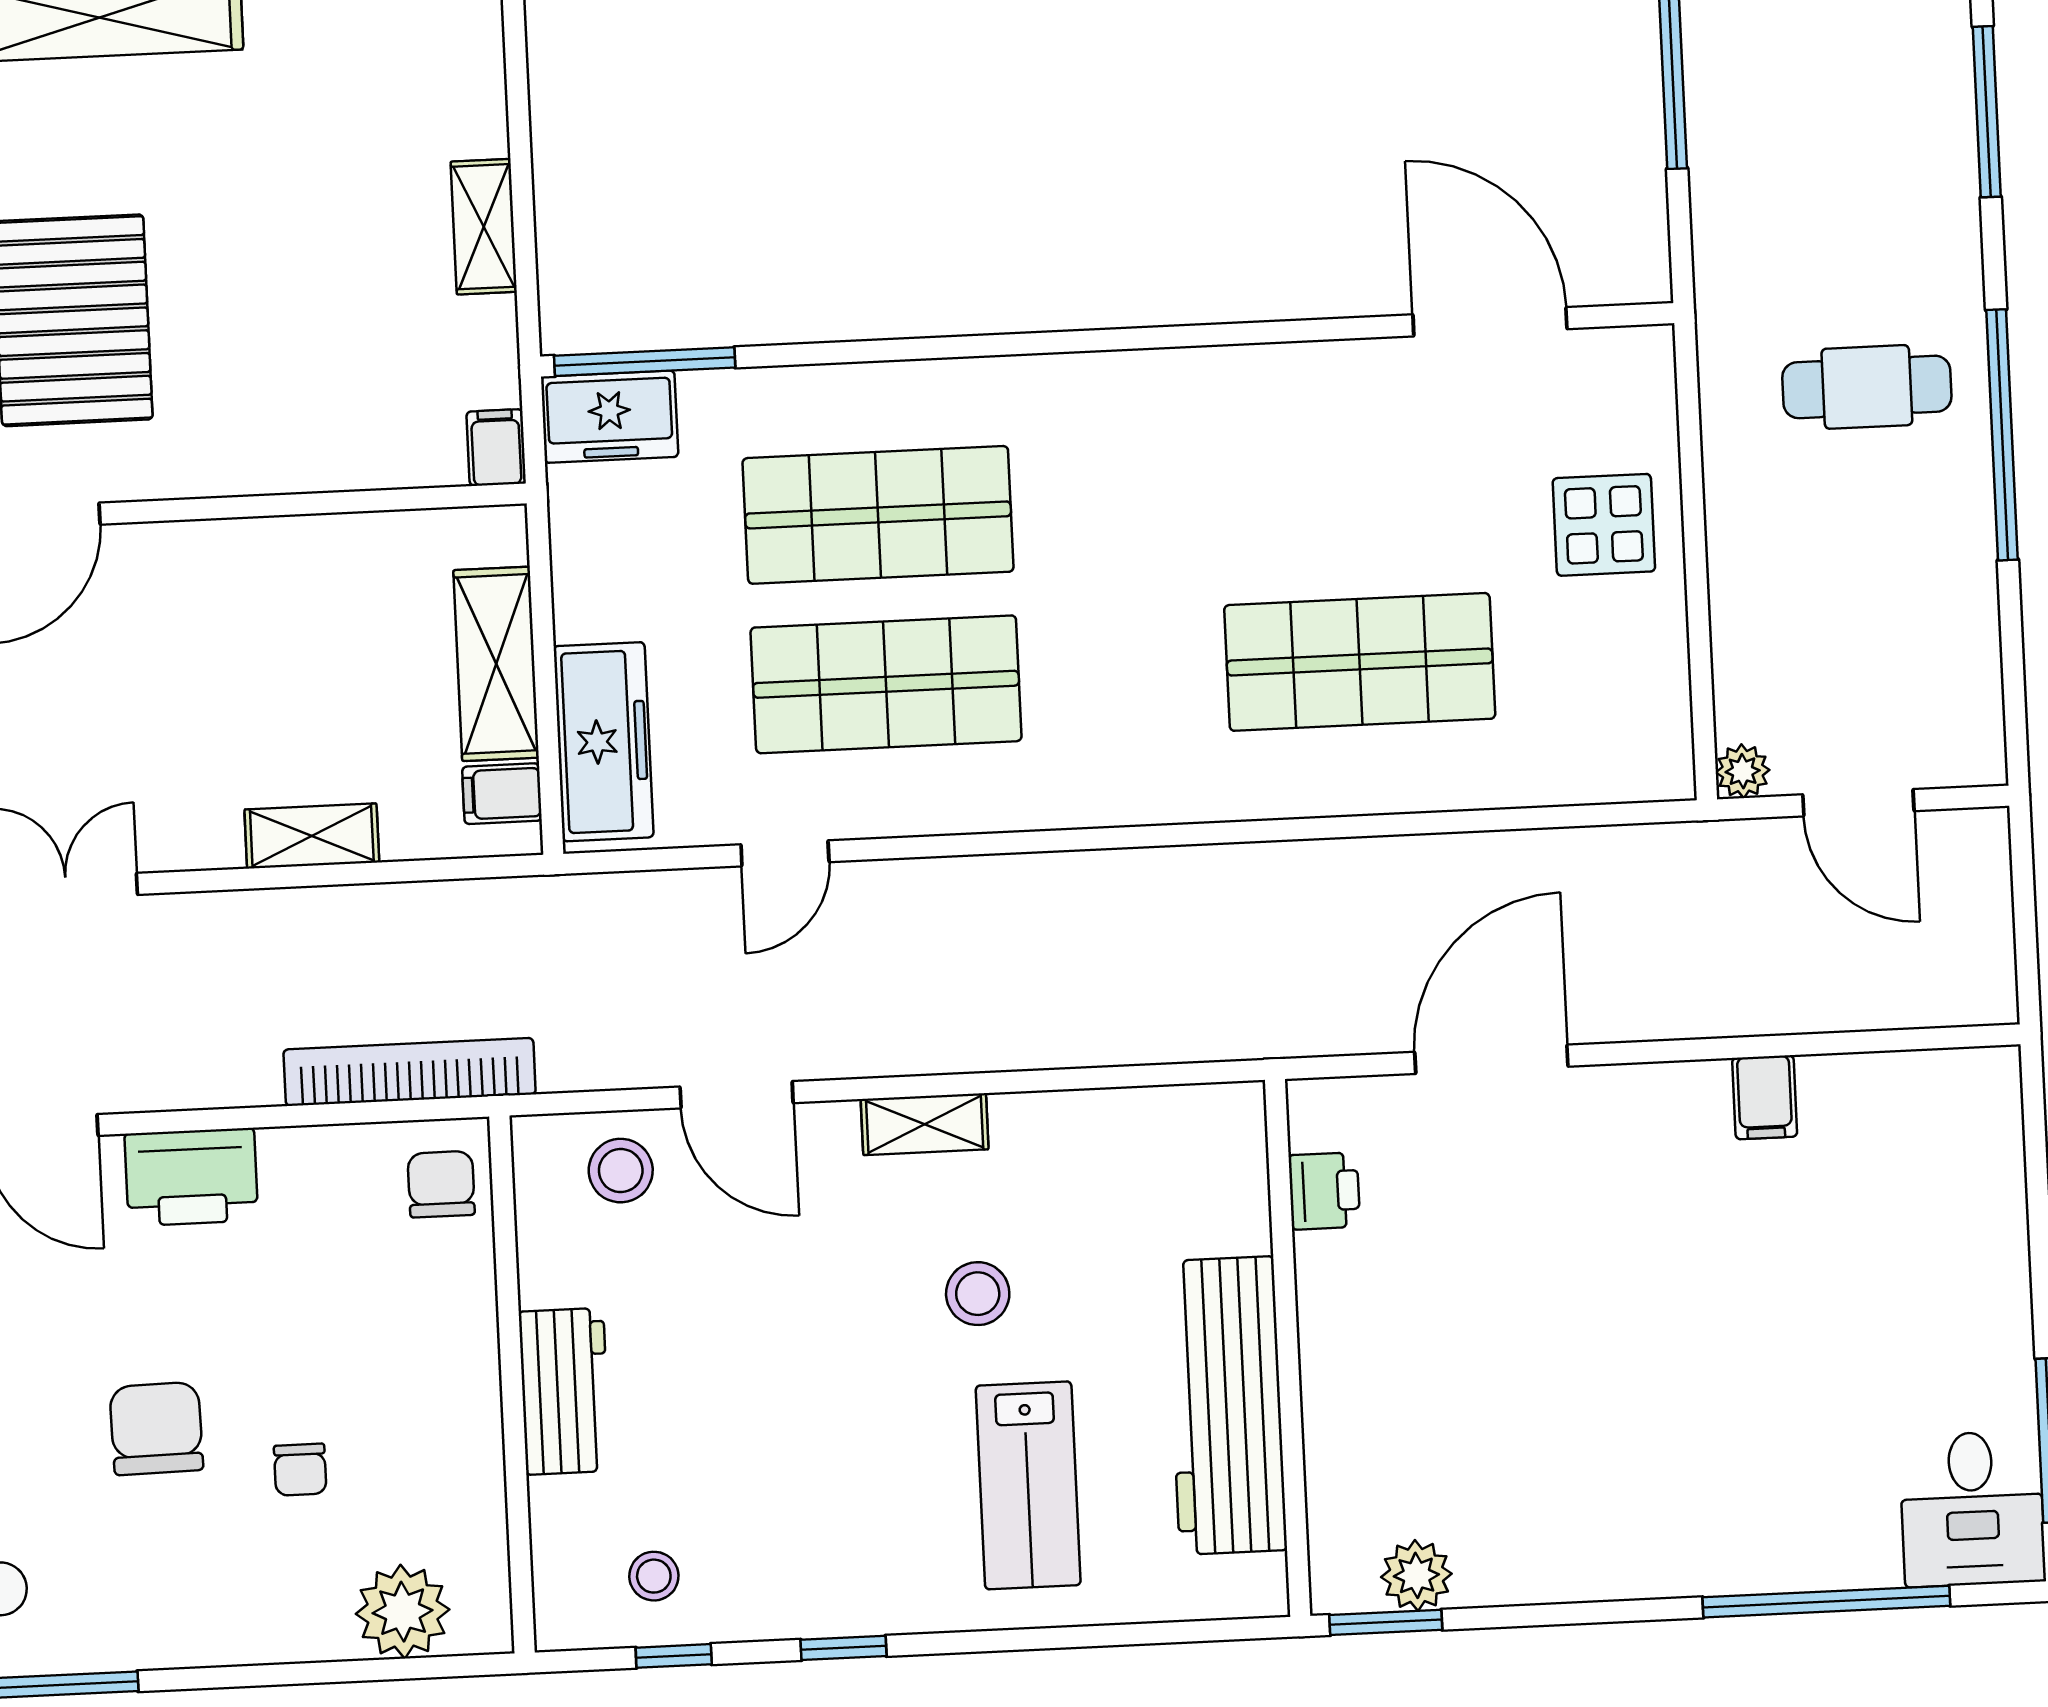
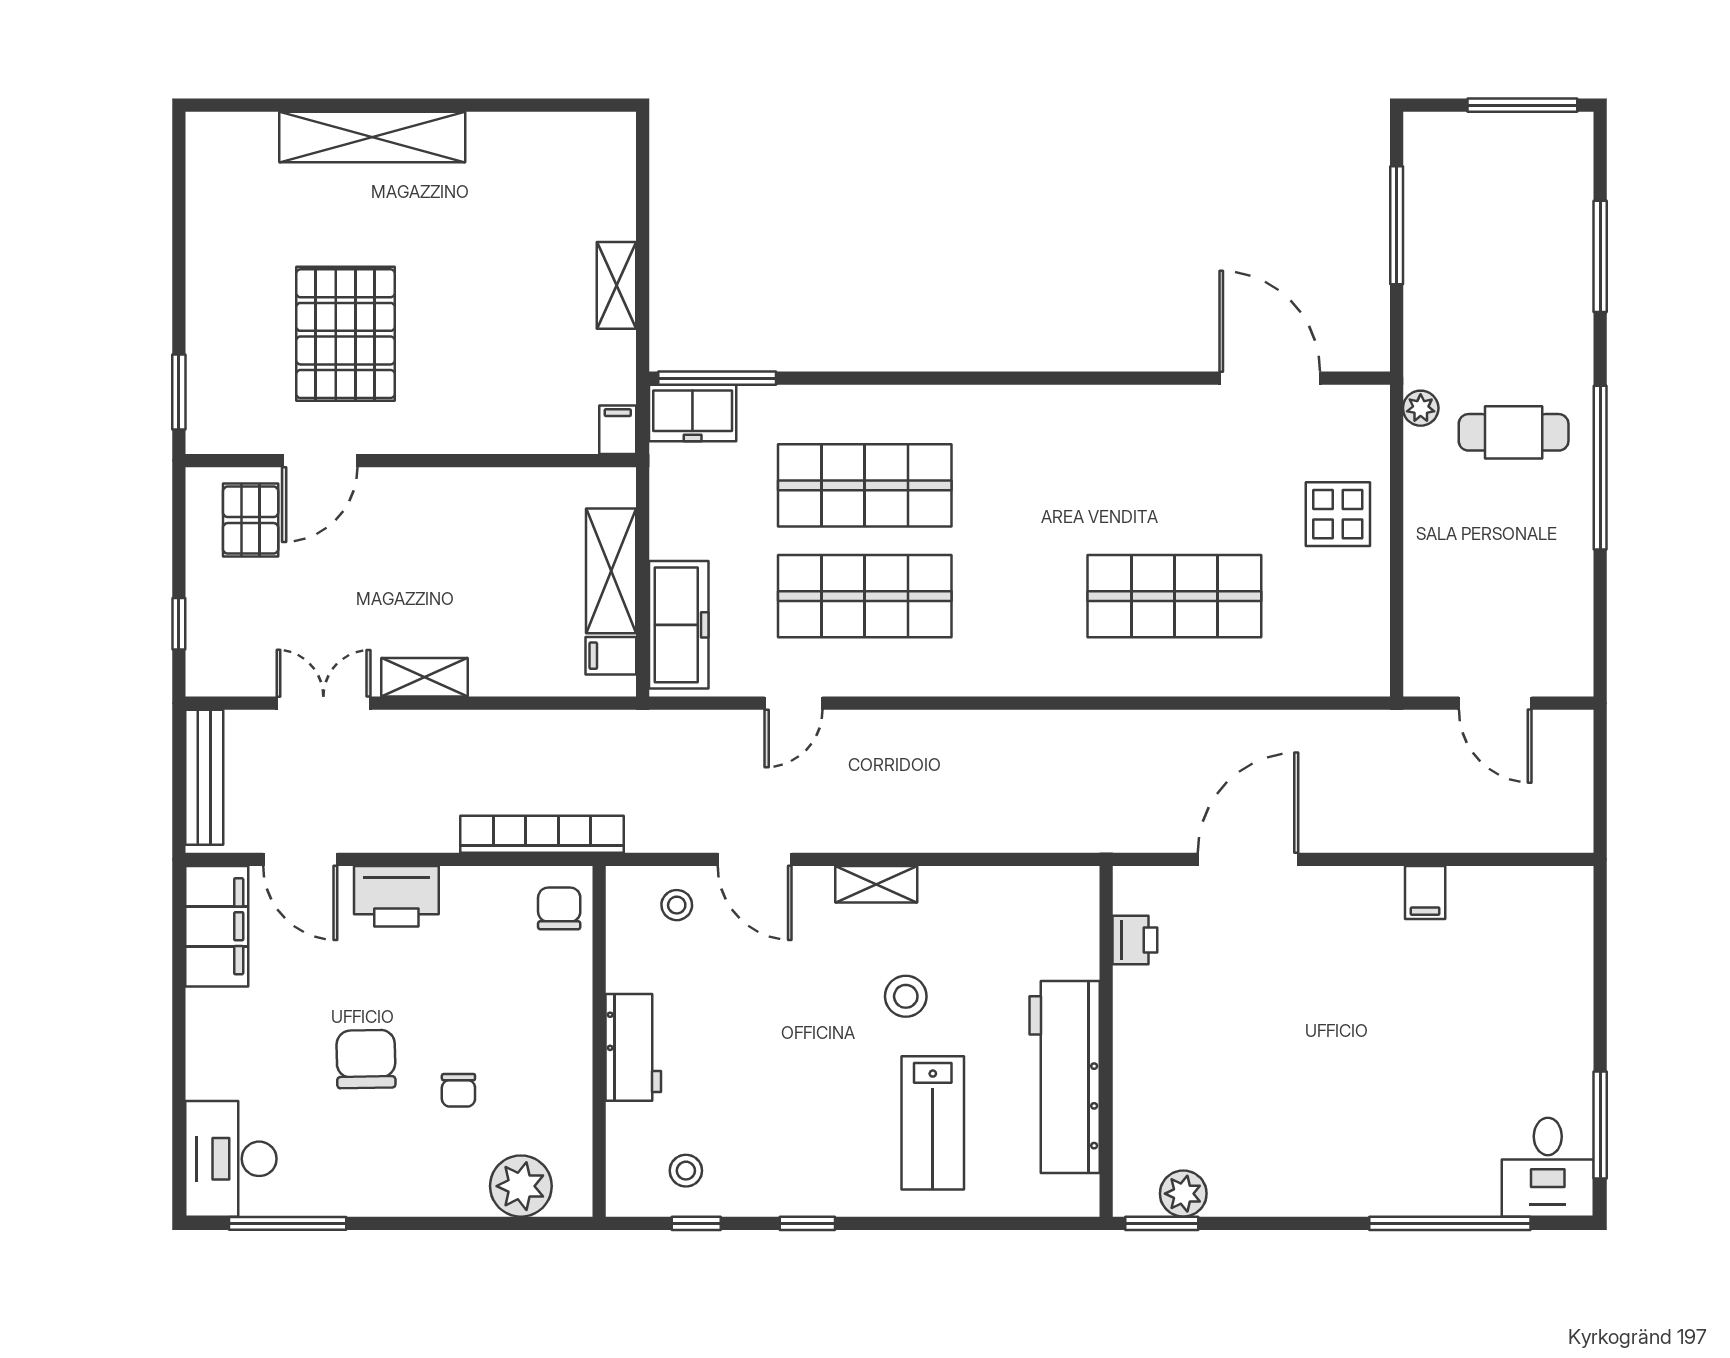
plant: (1743, 771) -> (1421, 408), moved
shelving: (312, 836) -> (425, 677), moved
stool: (621, 1171) -> (677, 905), width x0.73, depth x0.73

